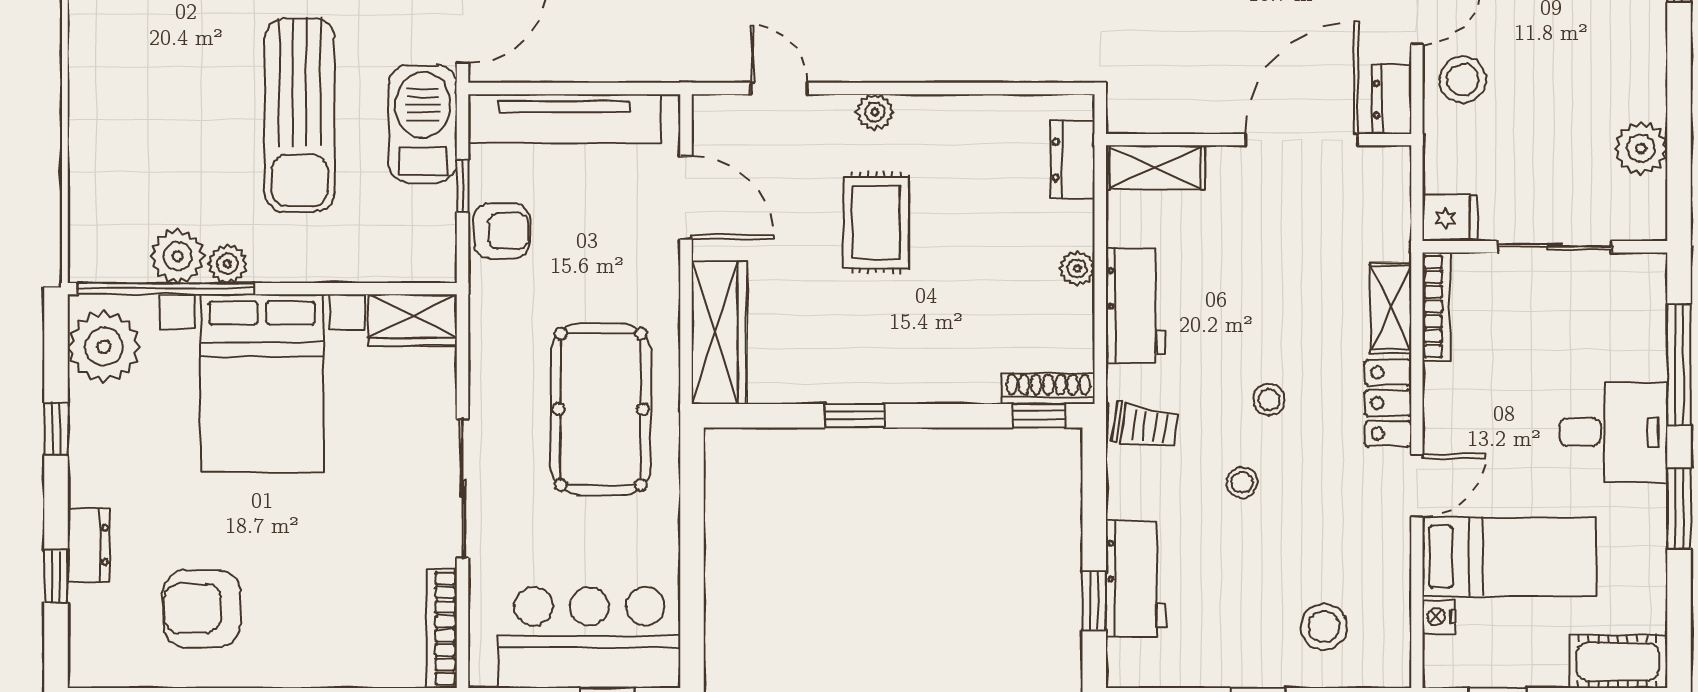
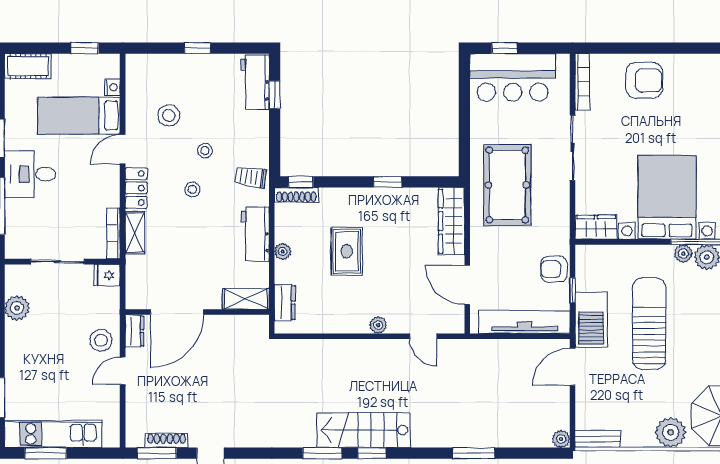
rug: (876, 223) -> (347, 251), moved
workbench: (1136, 578) -> (255, 82), moved
armchair: (202, 608) -> (644, 80), moved
stool: (1324, 627) -> (169, 115), moved

